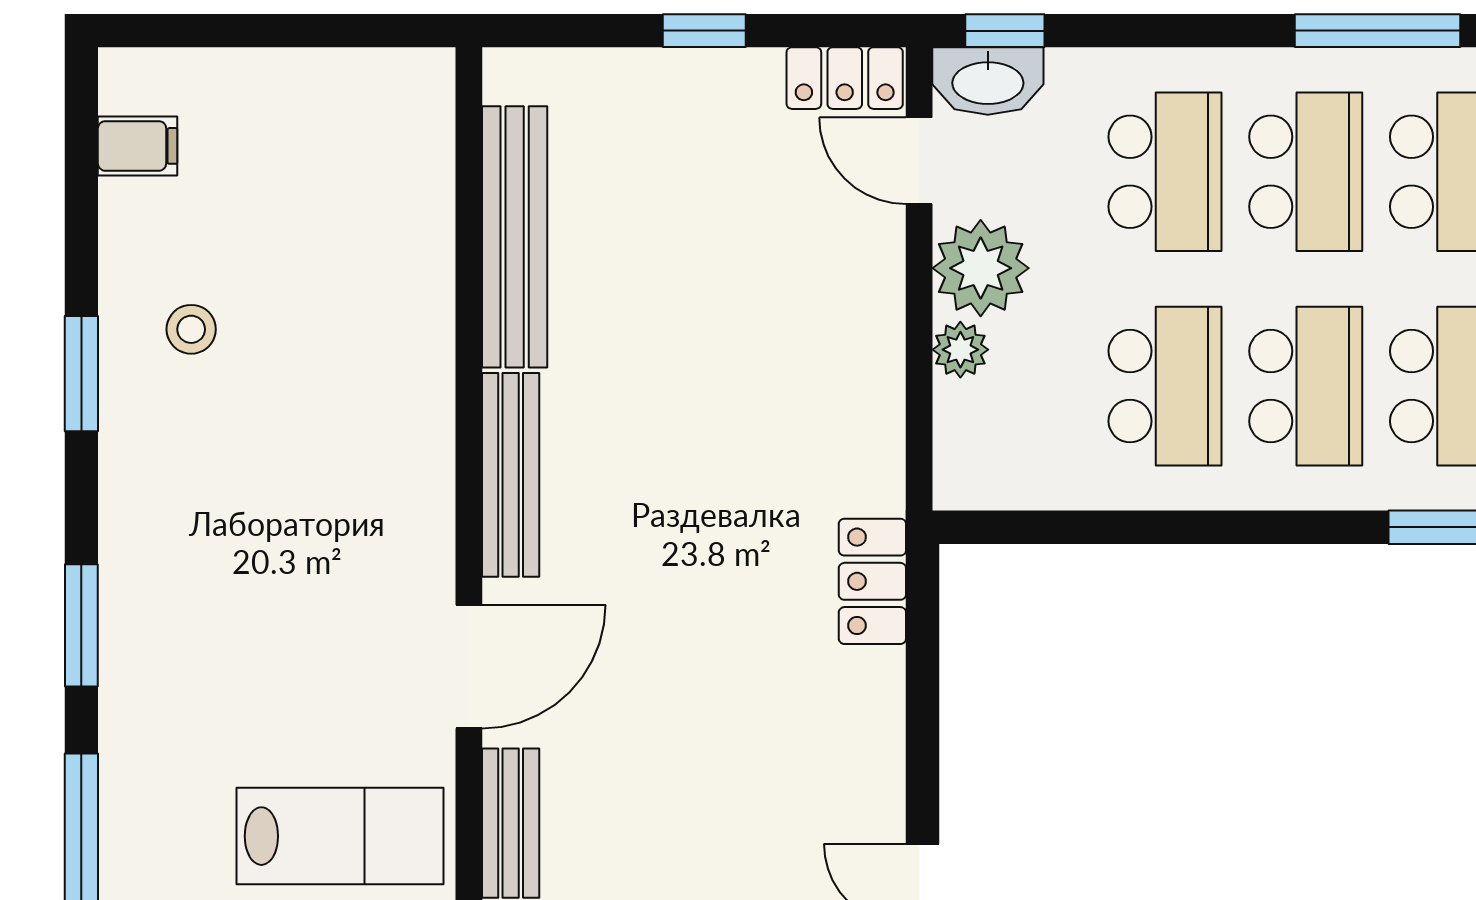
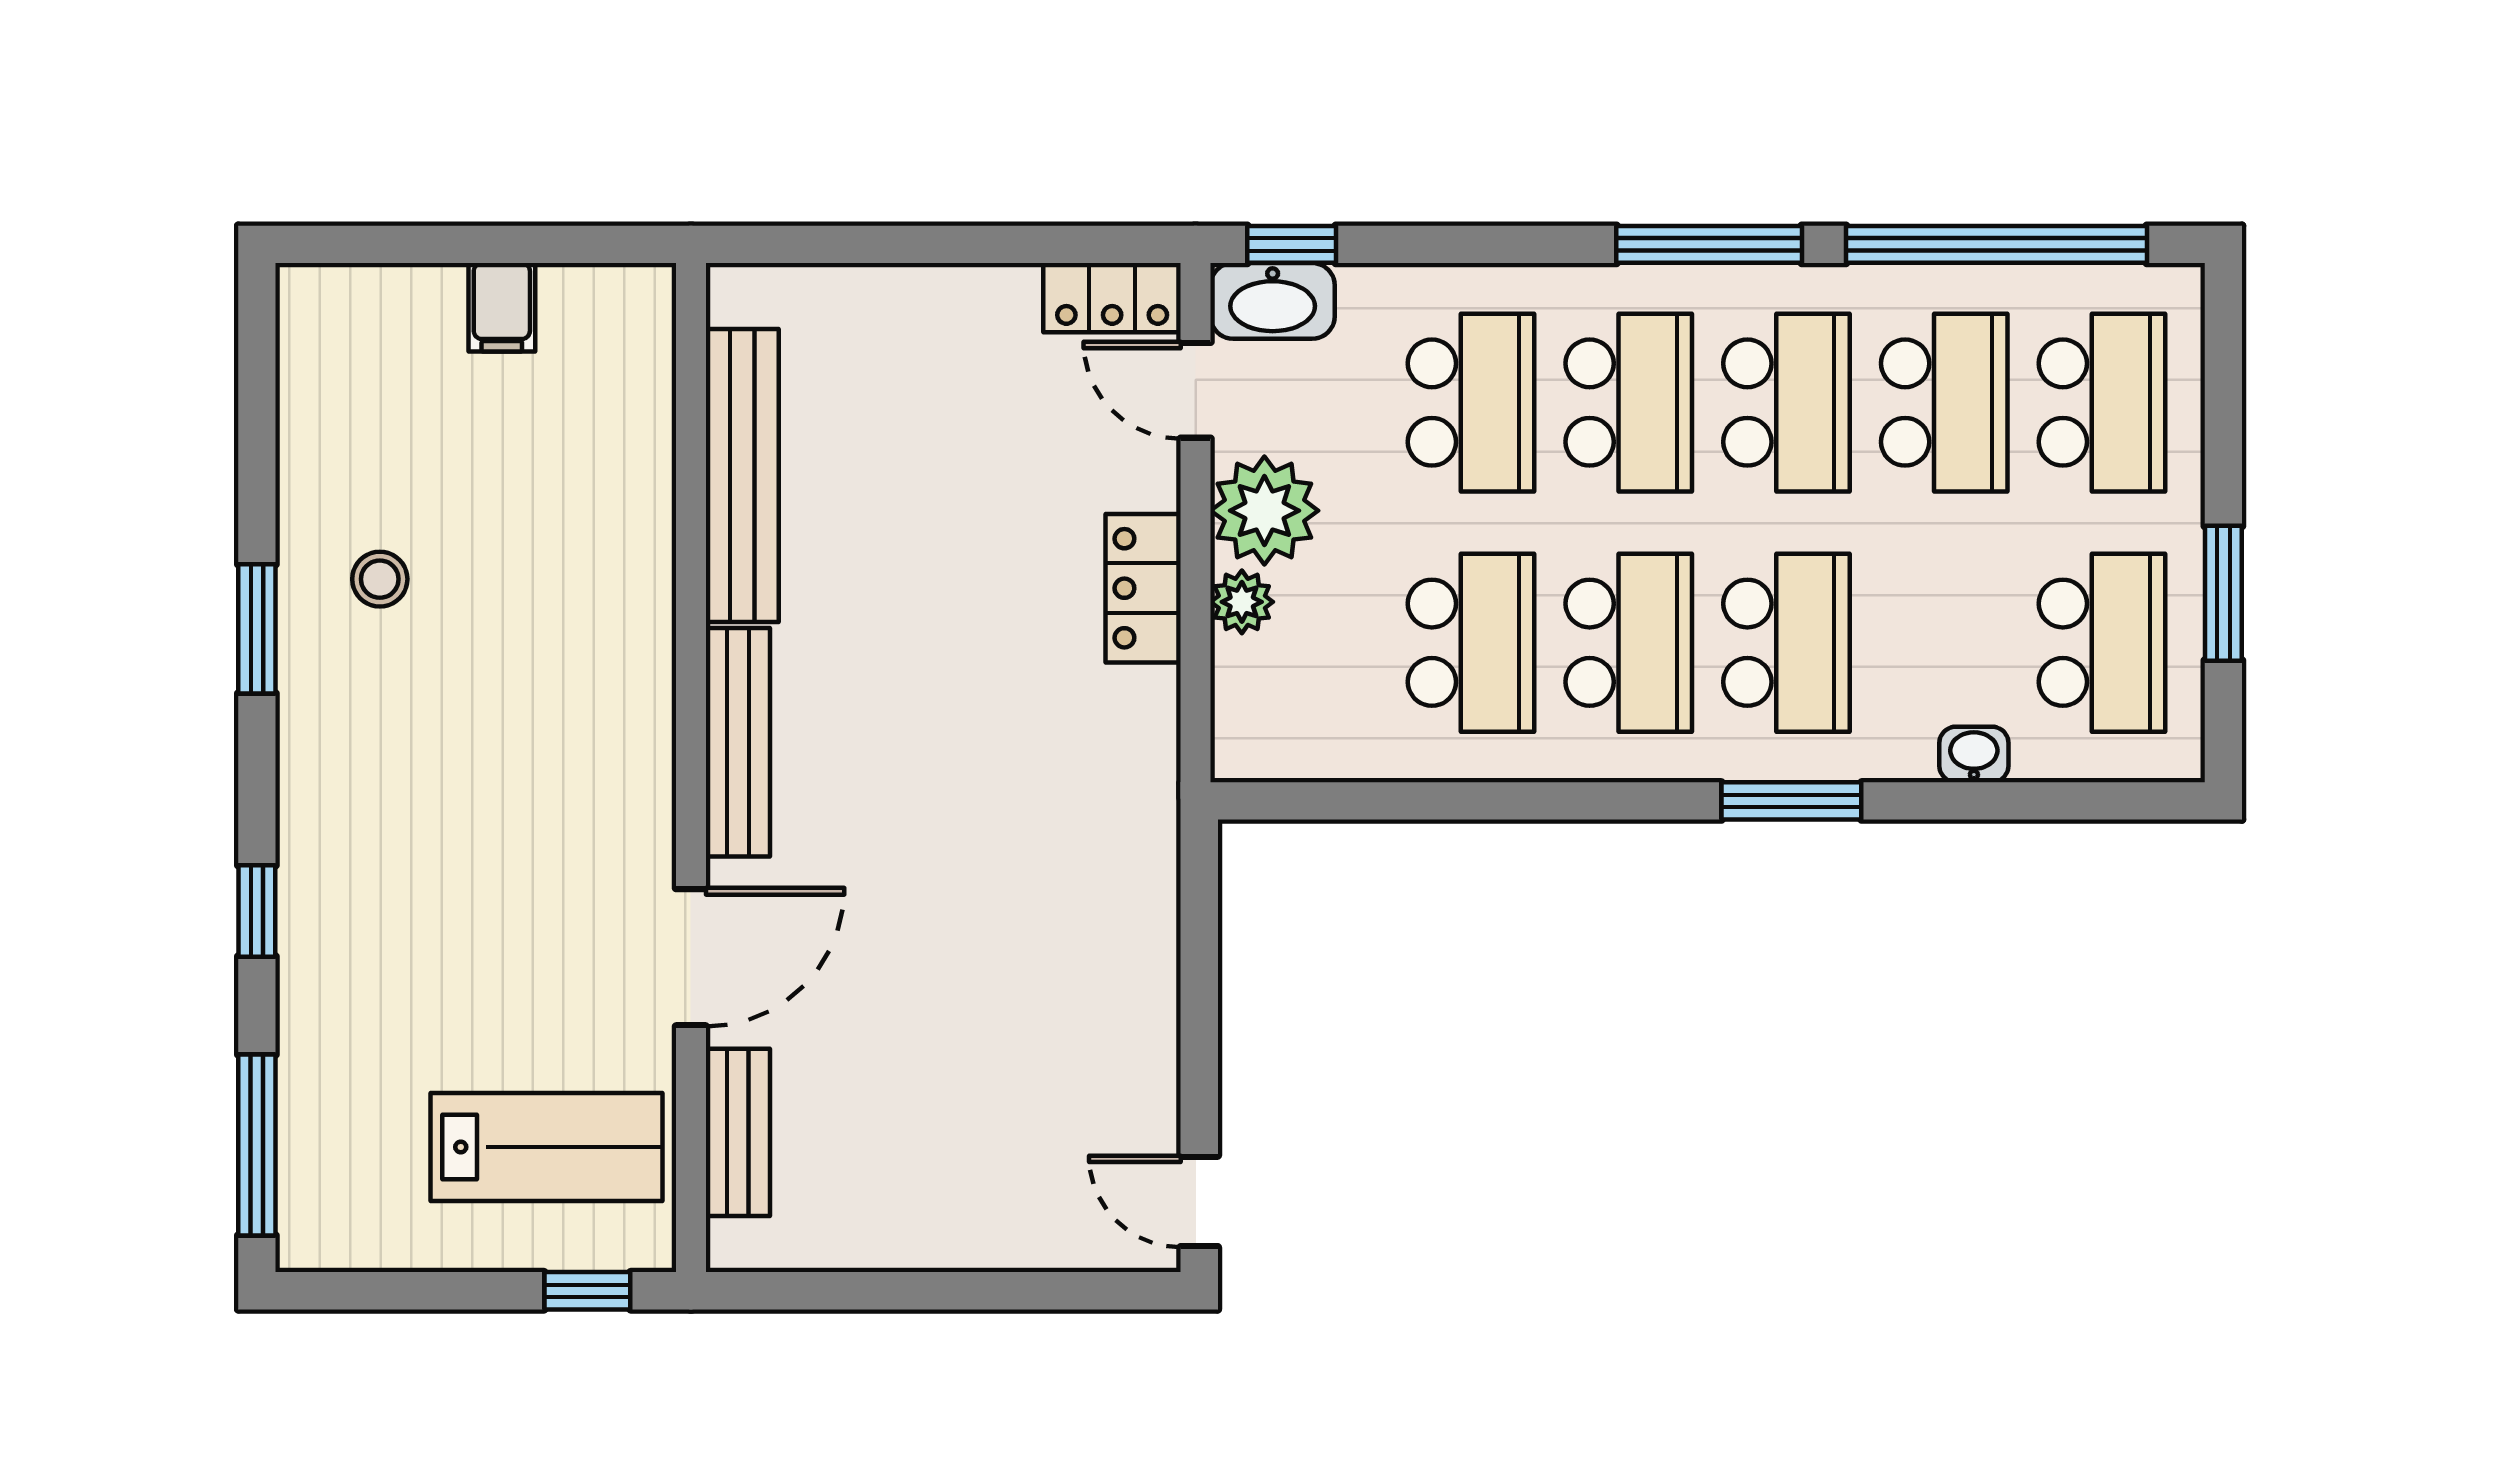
window: (704, 31) -> (955, 244), removed
filing cabinet: (138, 146) -> (502, 307), moved, turned 90
locker: (872, 581) -> (1143, 588), moved
window: (81, 625) -> (257, 911), width x0.67

